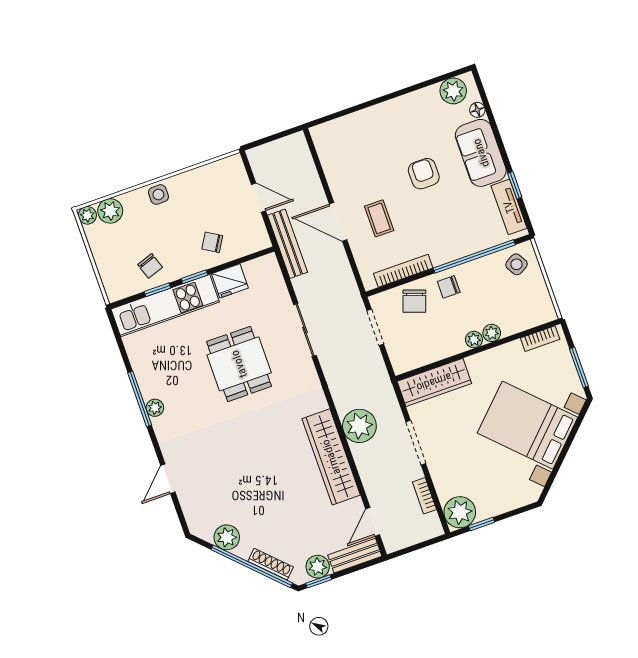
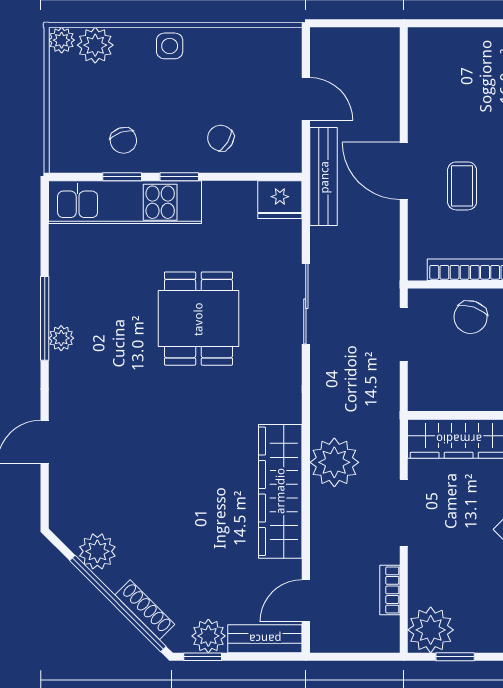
fridge: (230, 281) -> (280, 200), moved

